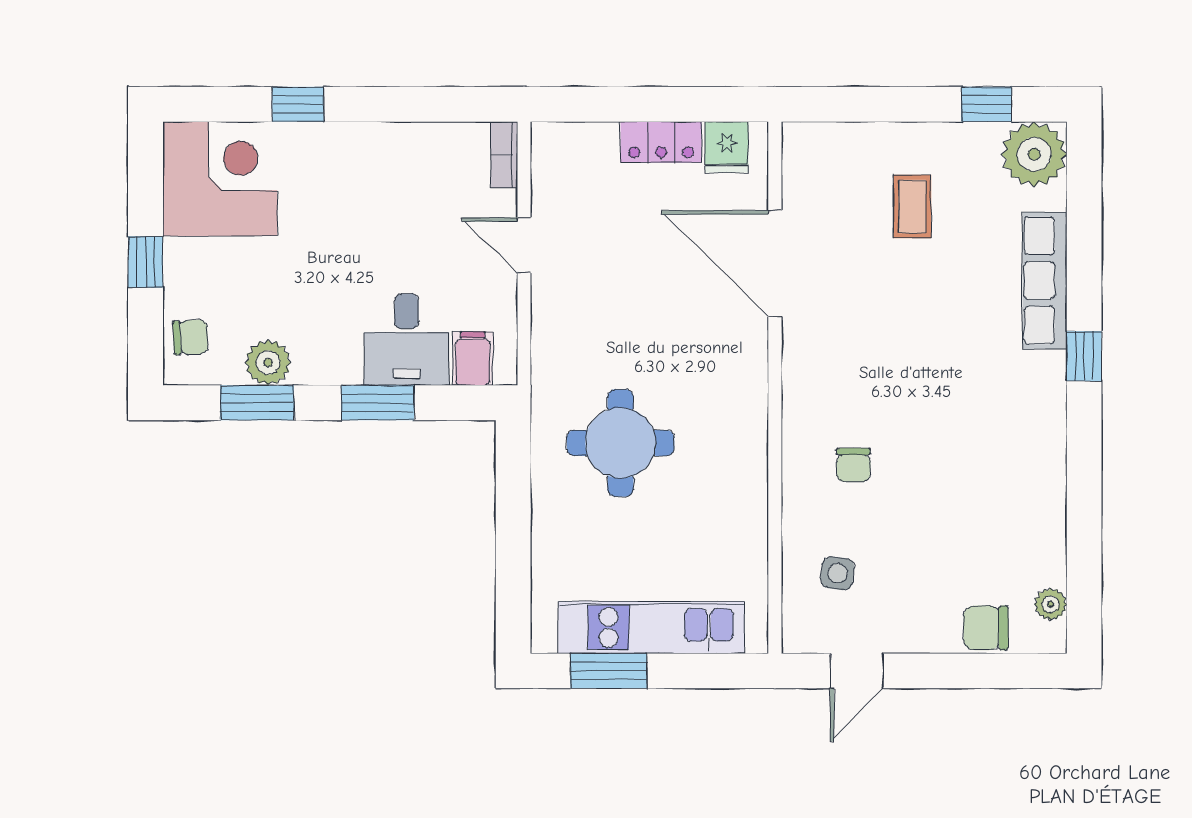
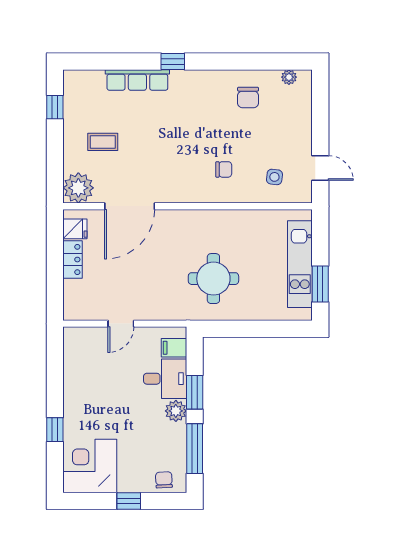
plant: (1034, 154) -> (78, 188), moved
bookcase: (504, 155) -> (78, 333), removed
plant: (268, 363) -> (176, 411), moved
window: (257, 403) -> (195, 449), width x1.44
chair: (986, 628) -> (248, 97), moved

